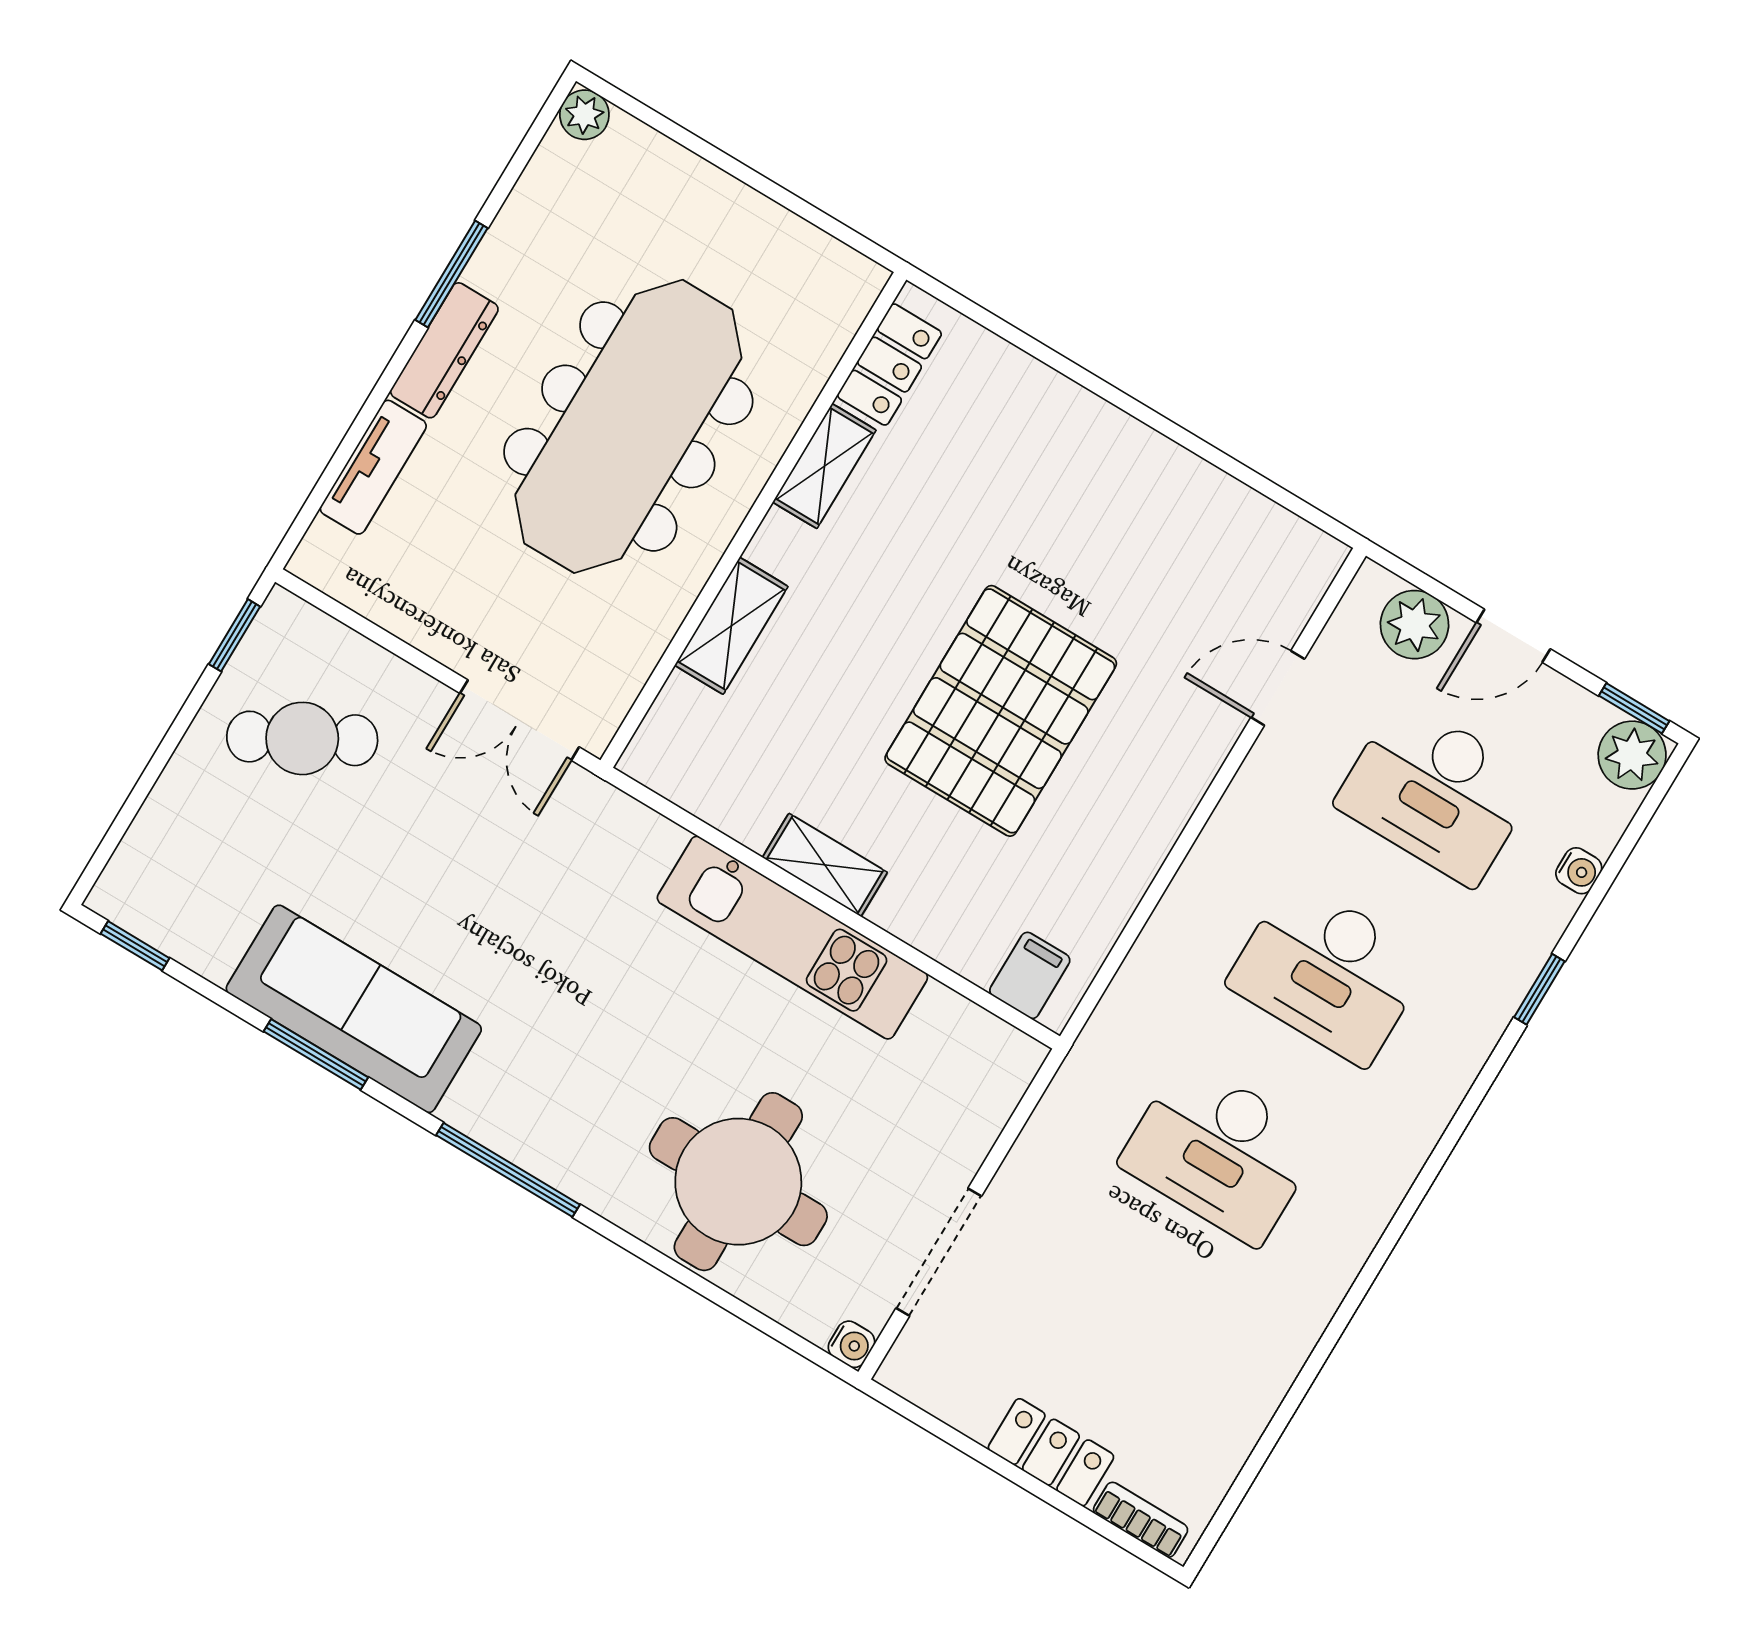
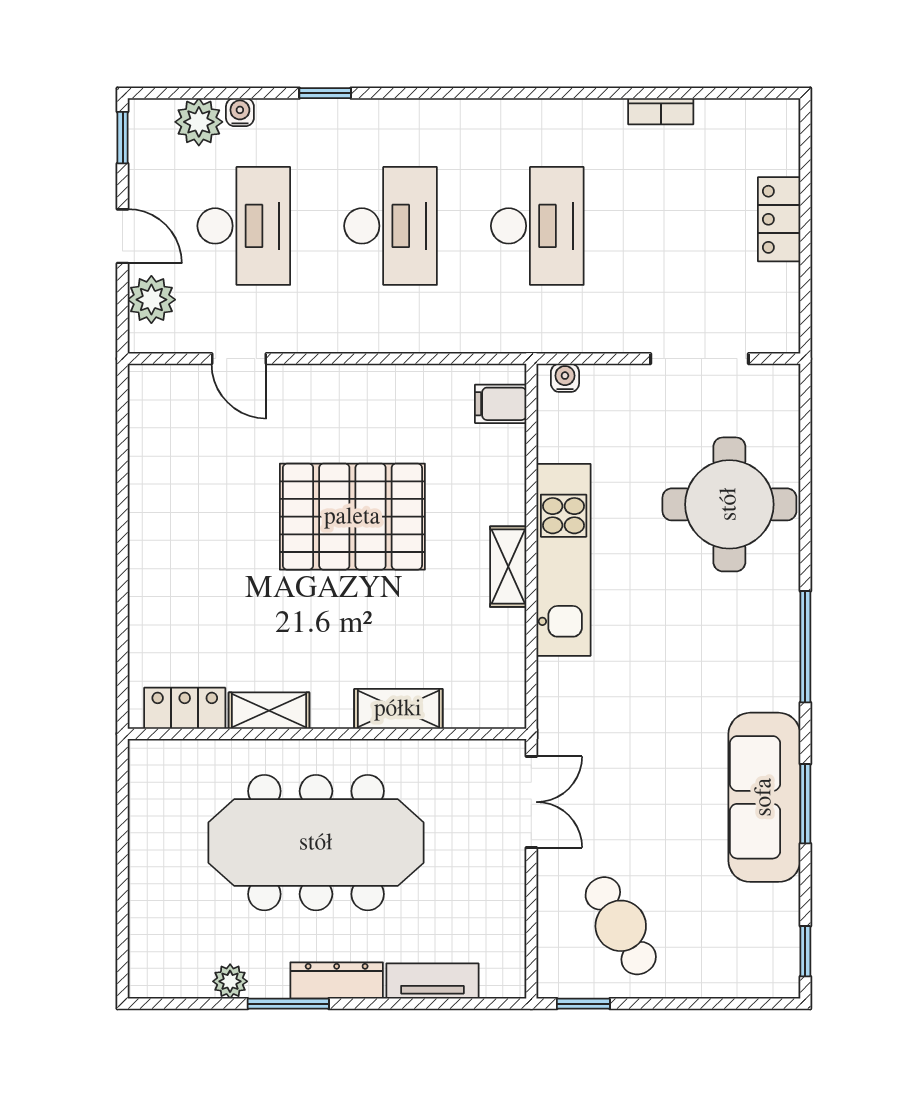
plant: (584, 115) -> (230, 981), moved
plant: (1632, 755) -> (199, 122), moved
water cooler: (851, 1344) -> (565, 378), moved
bookcase: (1141, 1520) -> (661, 111), moved, turned -90

